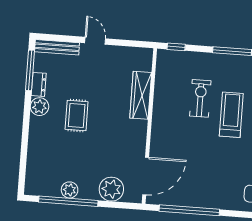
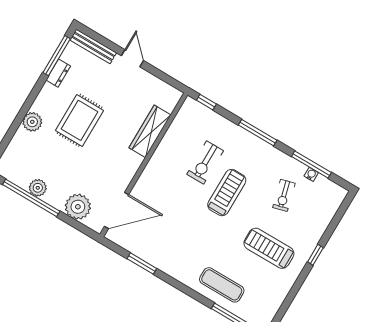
exercise bike: (200, 98) -> (205, 162), turned 180
plant: (39, 107) -> (32, 122), moved
rug: (77, 116) -> (80, 120), width x1.36, depth x1.43
window: (189, 210) -> (142, 264), width x0.47

